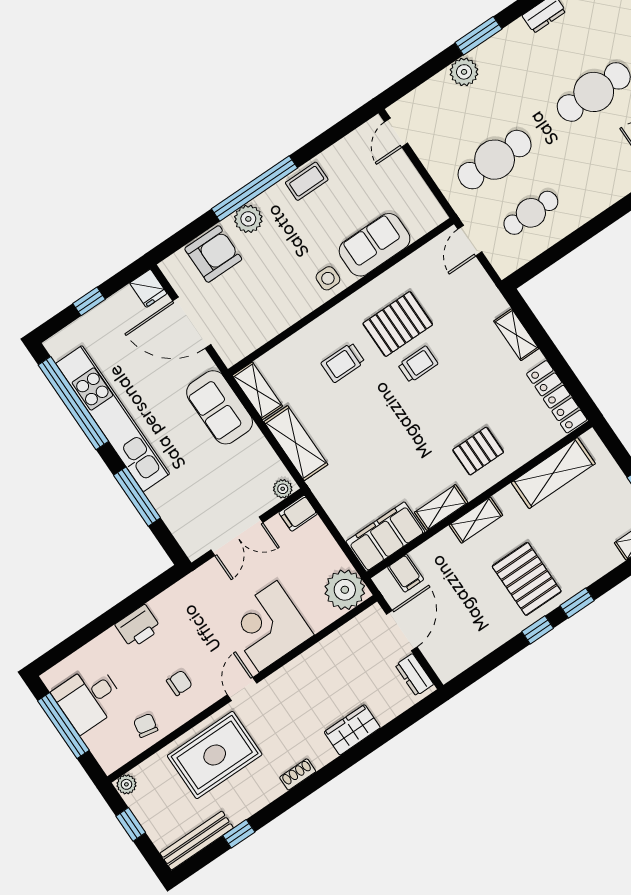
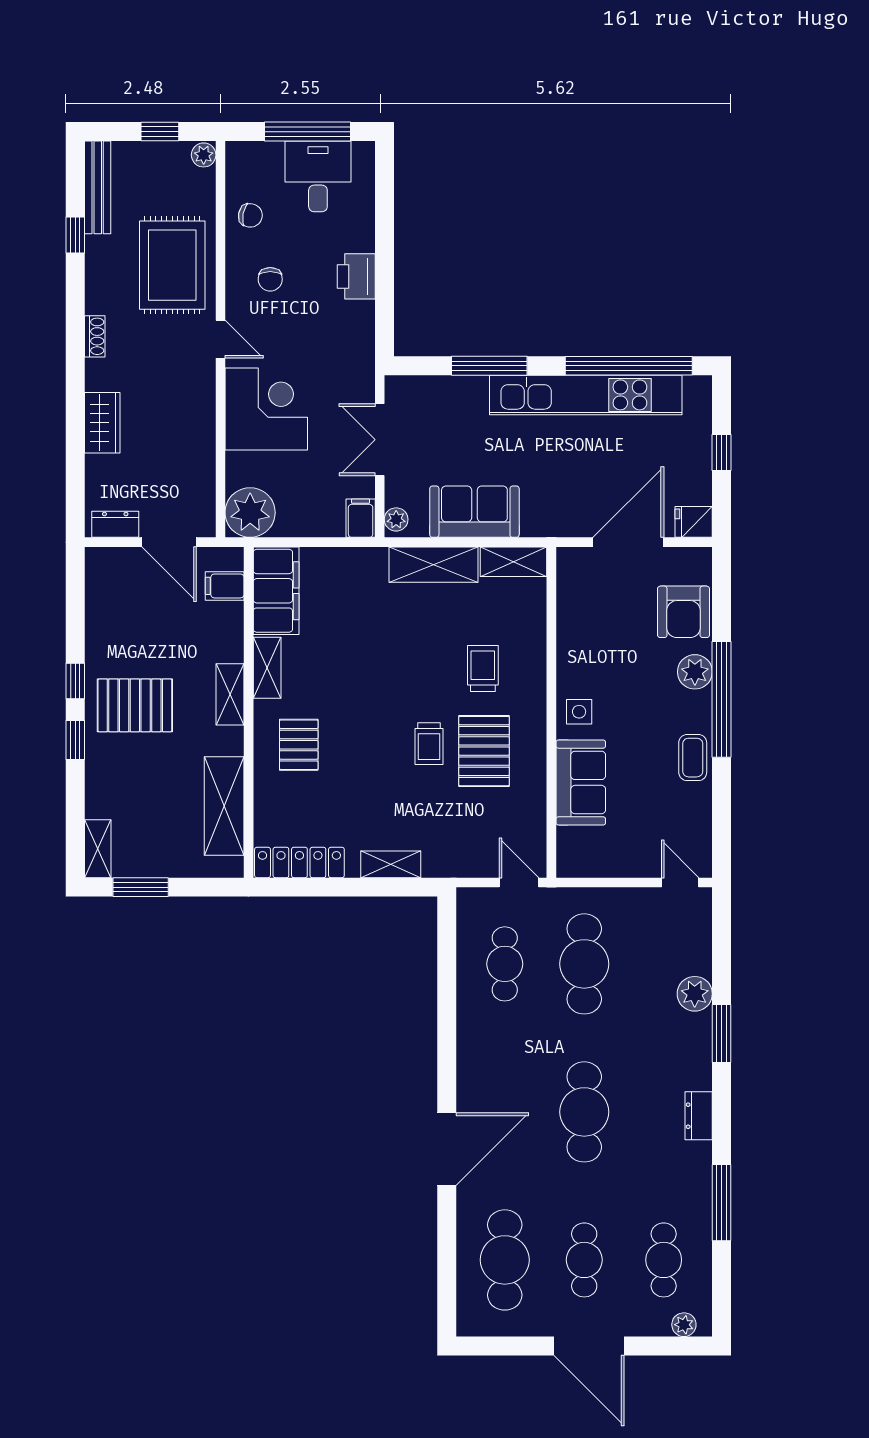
sofa: (220, 407) -> (474, 512), moved

